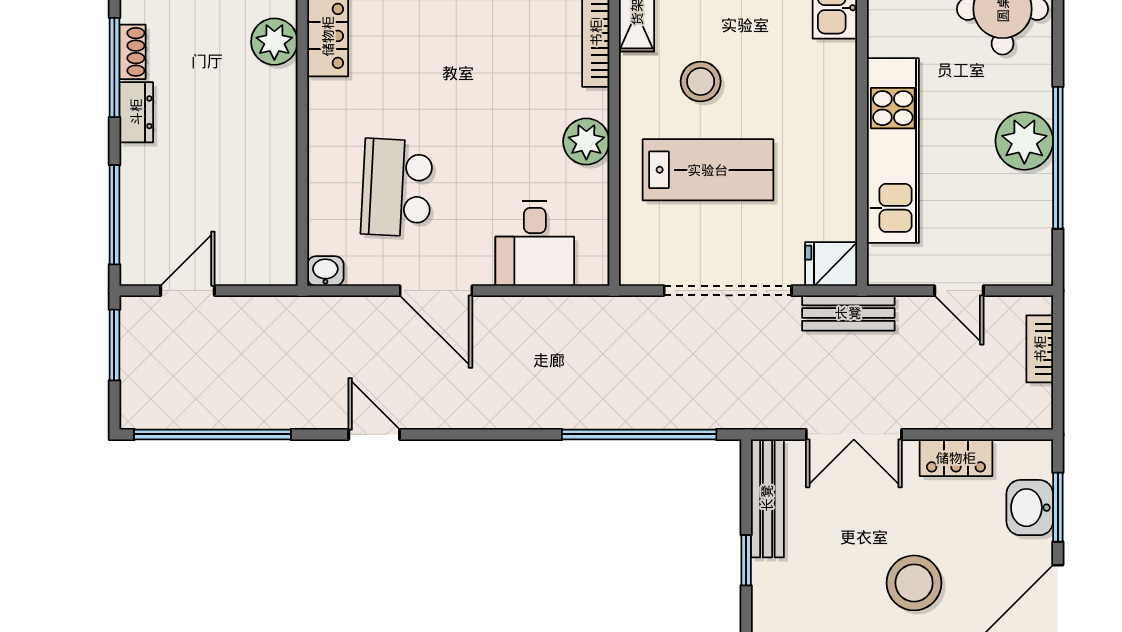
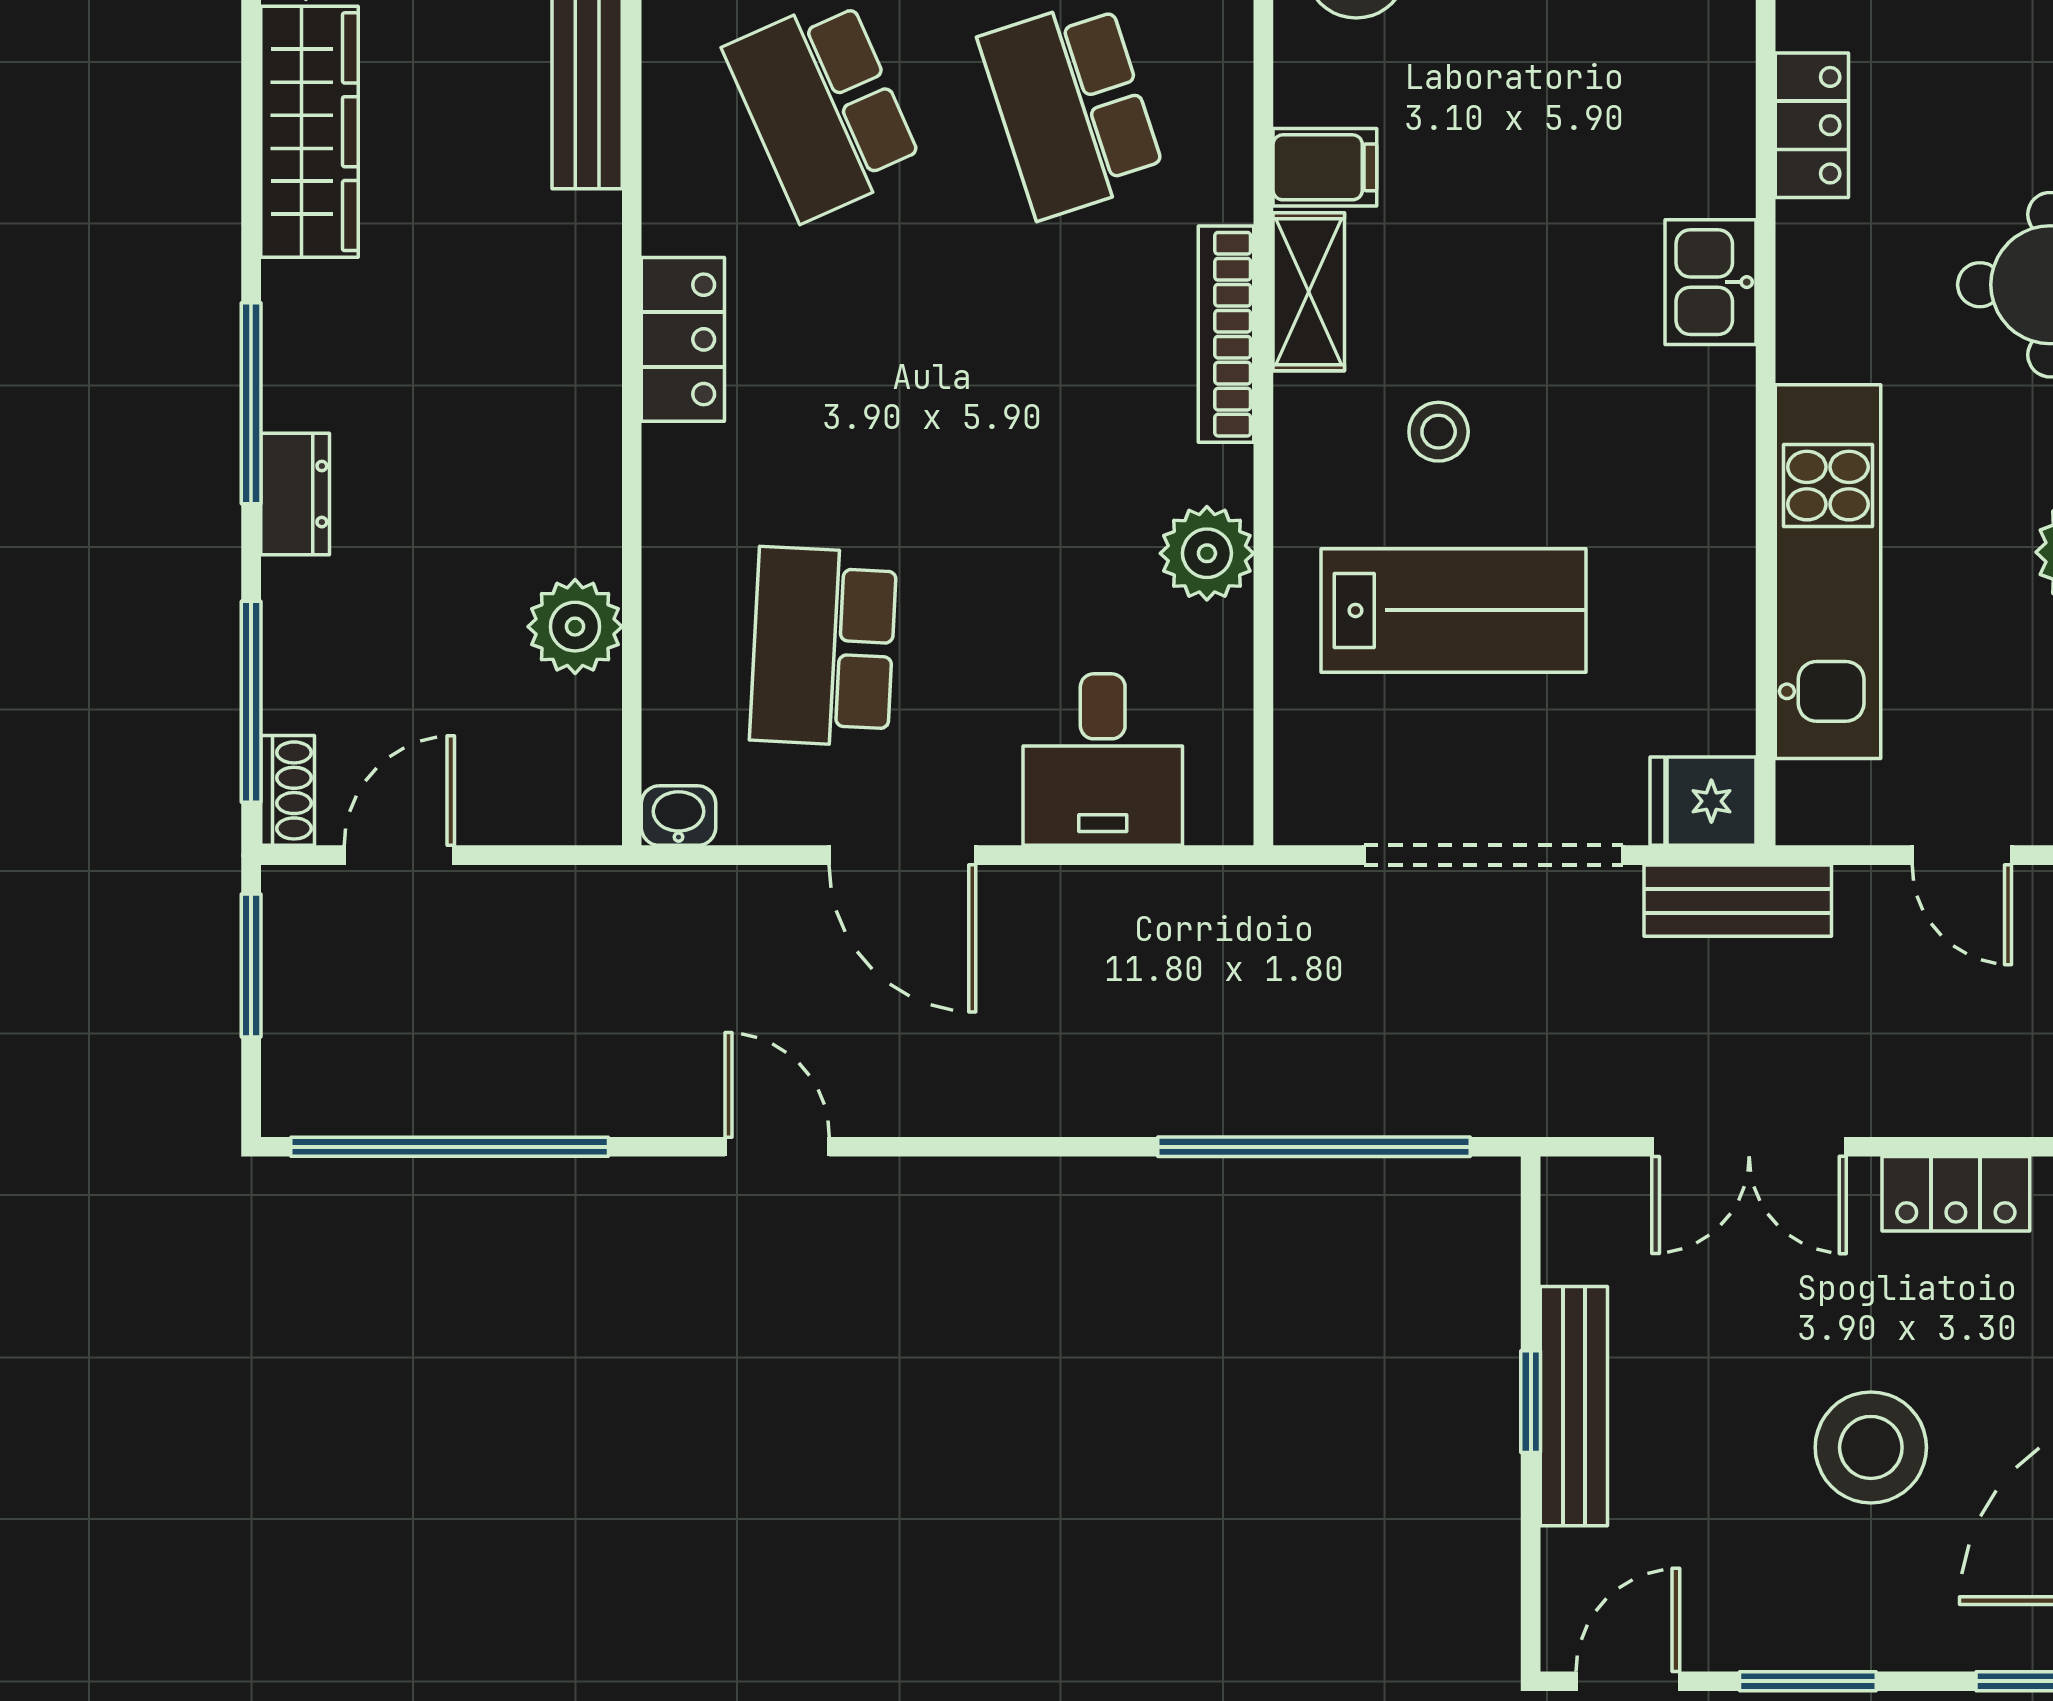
plant: (274, 42) -> (575, 627), moved
shoe rack: (132, 52) -> (288, 790), moved
stool: (701, 82) -> (1439, 432), width x0.73, depth x0.73
bench: (767, 498) -> (1574, 1406), moved

